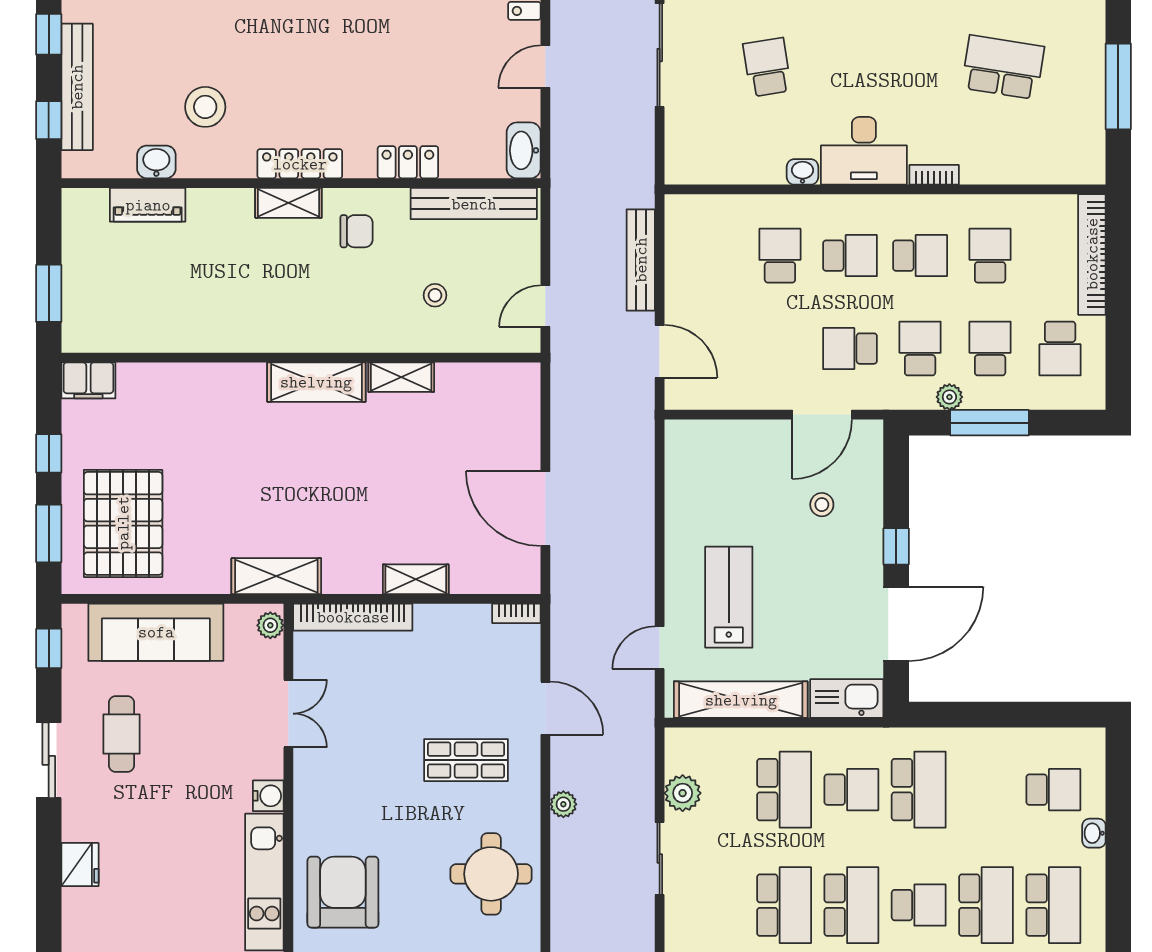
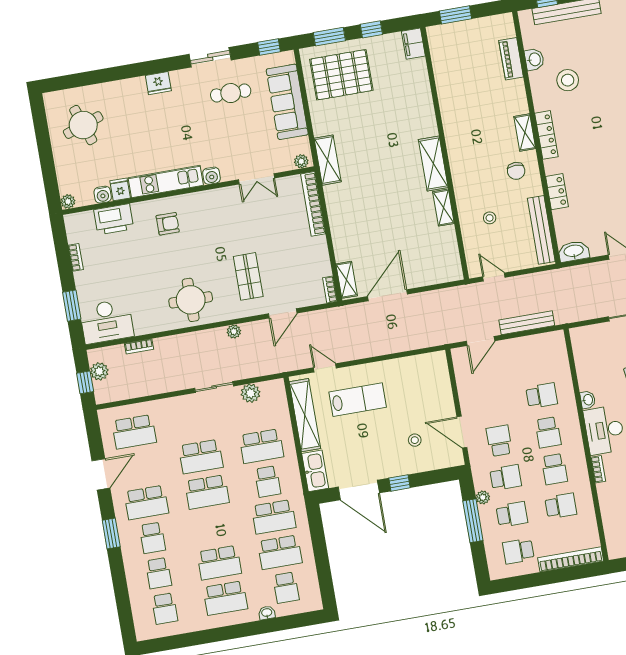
shelving: (416, 579) -> (347, 280), moved
armchair: (343, 892) -> (168, 224), width x0.53, depth x0.53
school desk: (919, 905) -> (280, 552), moved, width x1.85

